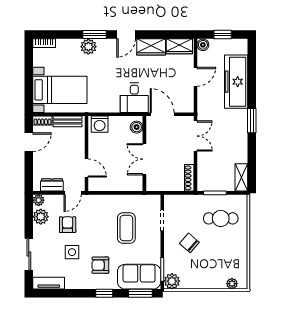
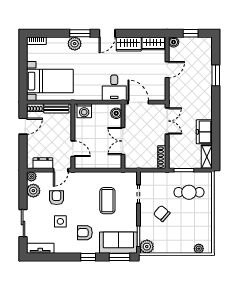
freezer: (236, 82) -> (204, 132), moved, width x0.52, depth x0.79
window: (252, 121) -> (216, 75), moved

